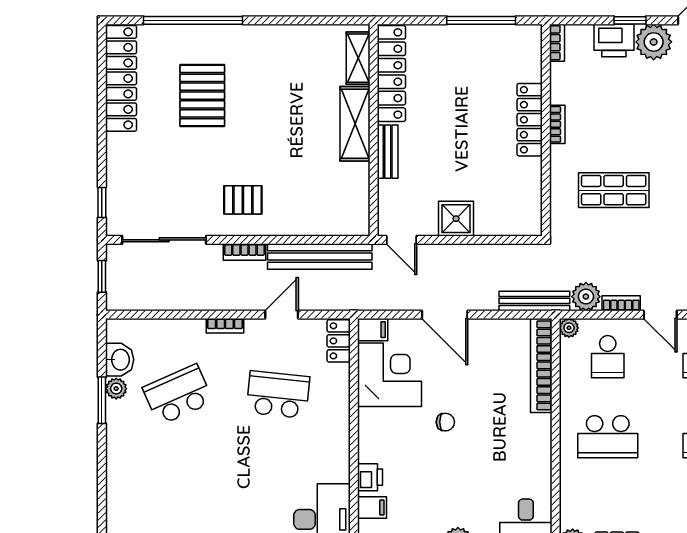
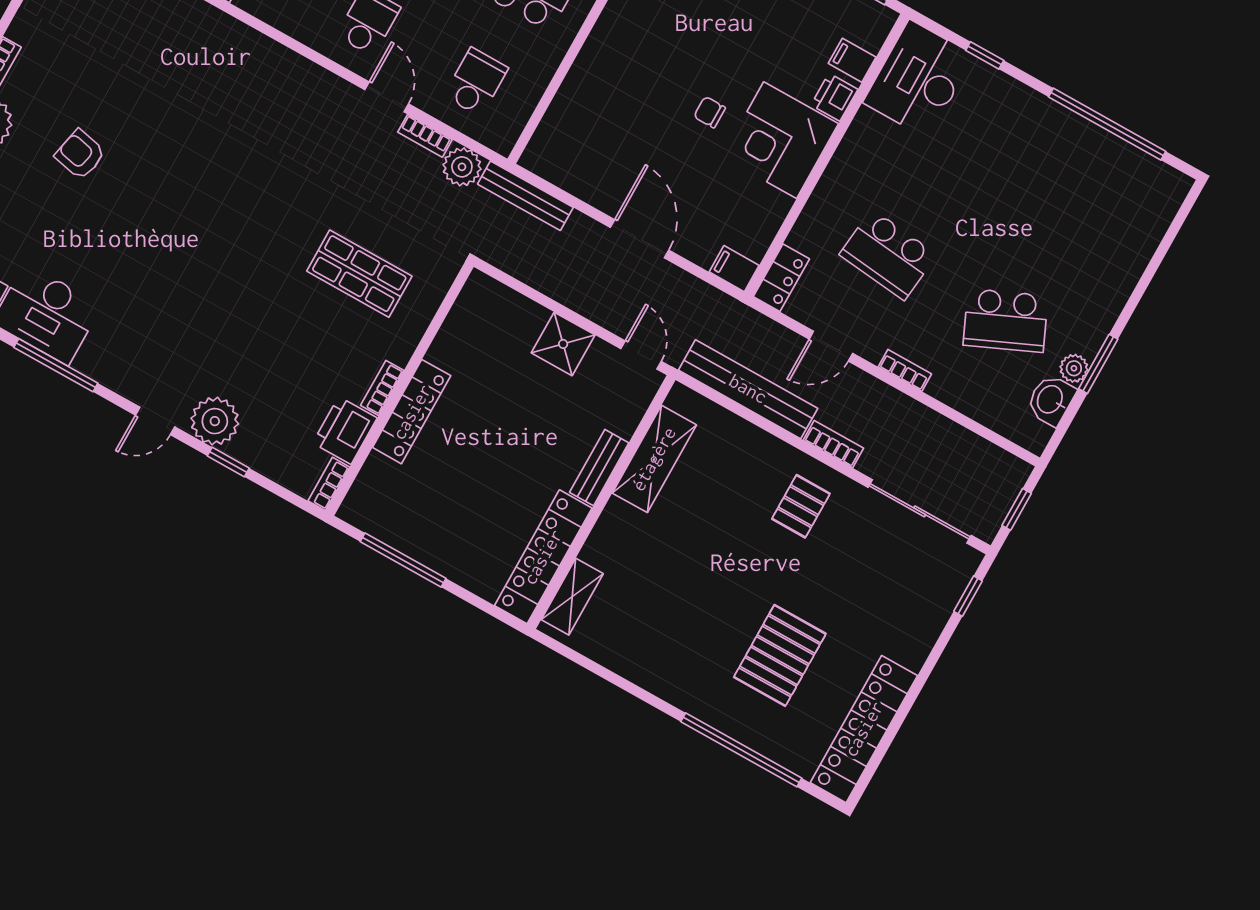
printer: (614, 41) -> (345, 430), moved, turned -90
shelving: (355, 124) -> (654, 459), moved
pallet: (243, 200) -> (801, 506), turned 90
plant: (569, 328) -> (502, 141), removed
bookcase: (541, 365) -> (560, 115), removed
corner desk: (389, 375) -> (780, 140), moved

